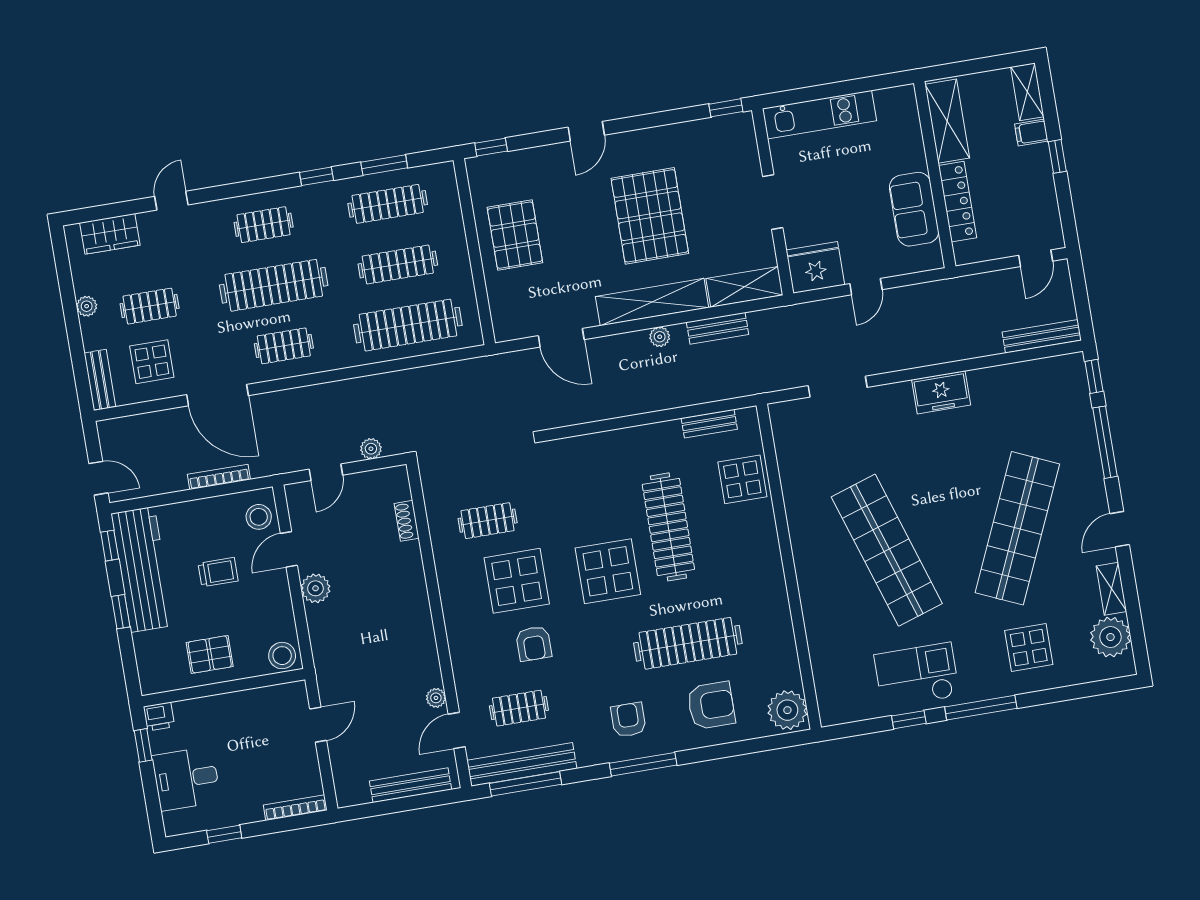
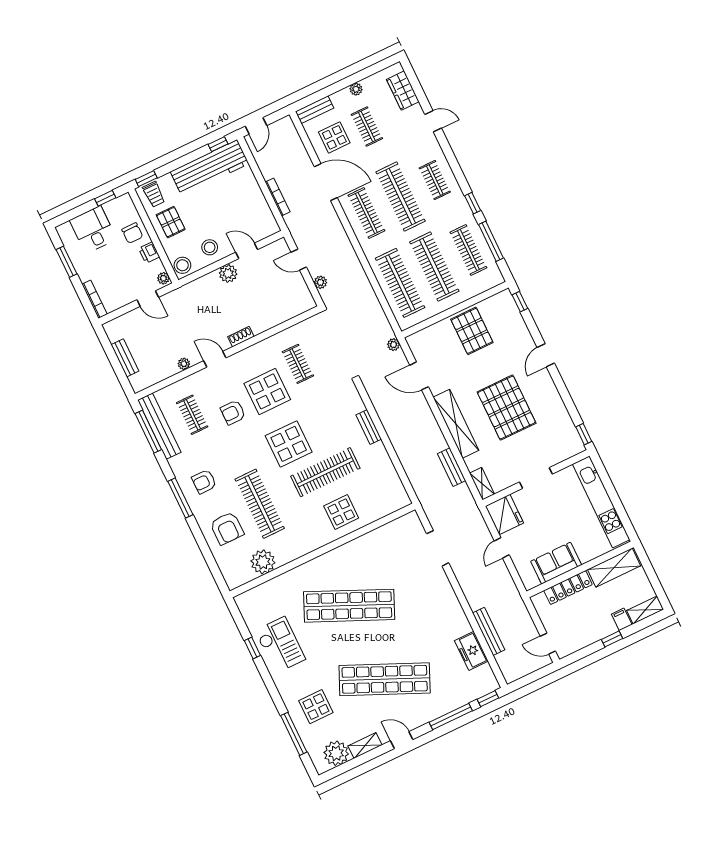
kitchen unit: (819, 115) -> (601, 502), width x1.36
door: (586, 131) -> (546, 355), hinge flipped
window: (384, 165) -> (491, 241), width x1.44
pallet: (650, 216) -> (507, 408), turned 90
pallet: (515, 235) -> (472, 331), turned 90
clothes rail: (398, 265) -> (434, 266), width x1.37, depth x1.31
shelving: (744, 287) -> (482, 484), width x0.67, depth x0.75
door: (866, 287) -> (502, 548), hinge flipped
bench: (1042, 336) -> (489, 631), moved
plant: (660, 337) -> (393, 345), moved
door: (561, 338) -> (419, 376), hinge flipped
clothes rail: (284, 346) -> (366, 213), width x1.36
freezer: (941, 392) -> (471, 651), moved
door: (217, 395) -> (326, 182), swing flipped
bench: (709, 424) -> (369, 427), moved
display table: (742, 479) -> (341, 512), moved
stool: (259, 517) -> (210, 247), moved
shoe rack: (407, 521) -> (241, 337), moved
shop shelf: (887, 550) -> (349, 606), turned 42
trolley: (218, 572) -> (154, 194), moved
window: (121, 612) -> (146, 179), moved
plant: (294, 691) -> (163, 278), added
window: (981, 708) -> (294, 734), moved
plant: (787, 710) -> (263, 562), moved
printer: (159, 717) -> (149, 253), moved
chair: (209, 719) -> (132, 233), added
armchair: (628, 720) -> (204, 482), turned 180
door: (457, 730) -> (215, 359), moved
bench: (410, 785) -> (125, 358), width x0.73
window: (224, 834) -> (67, 262), width x1.50

